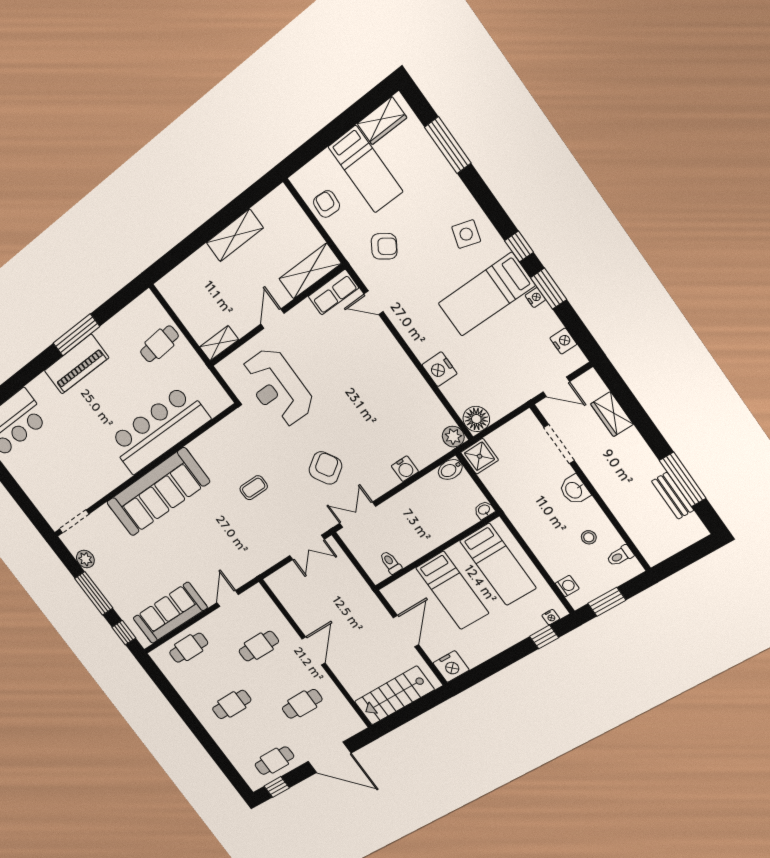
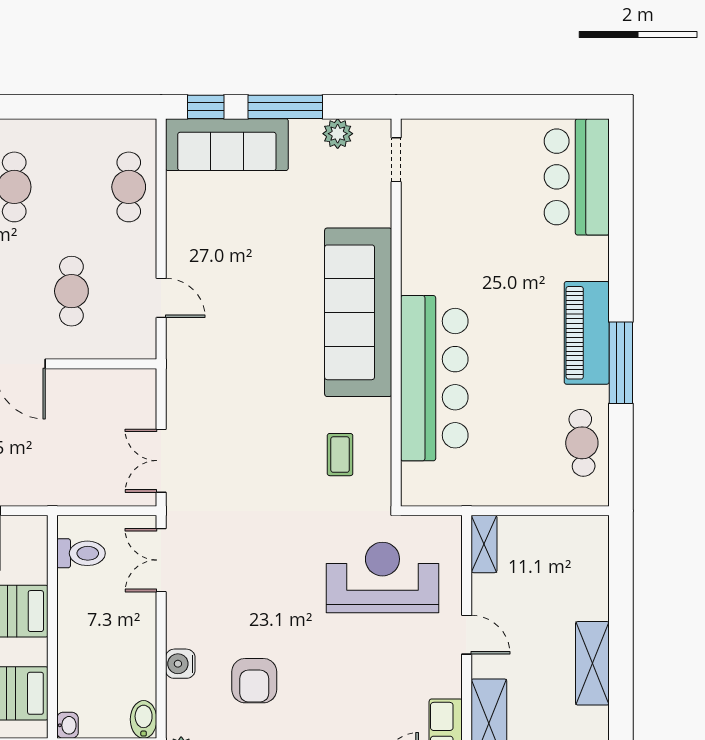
cafe table: (159, 344) -> (582, 443), moved
armchair: (325, 468) -> (254, 681), moved, turned 32
coffee table: (254, 488) -> (340, 455), moved
double door: (358, 515) -> (161, 560), swing flipped
doorway: (74, 521) -> (396, 160), width x0.73
toilet: (390, 563) -> (81, 553), width x1.37, depth x1.39
sofa: (170, 613) -> (227, 145), moved, turned 90

